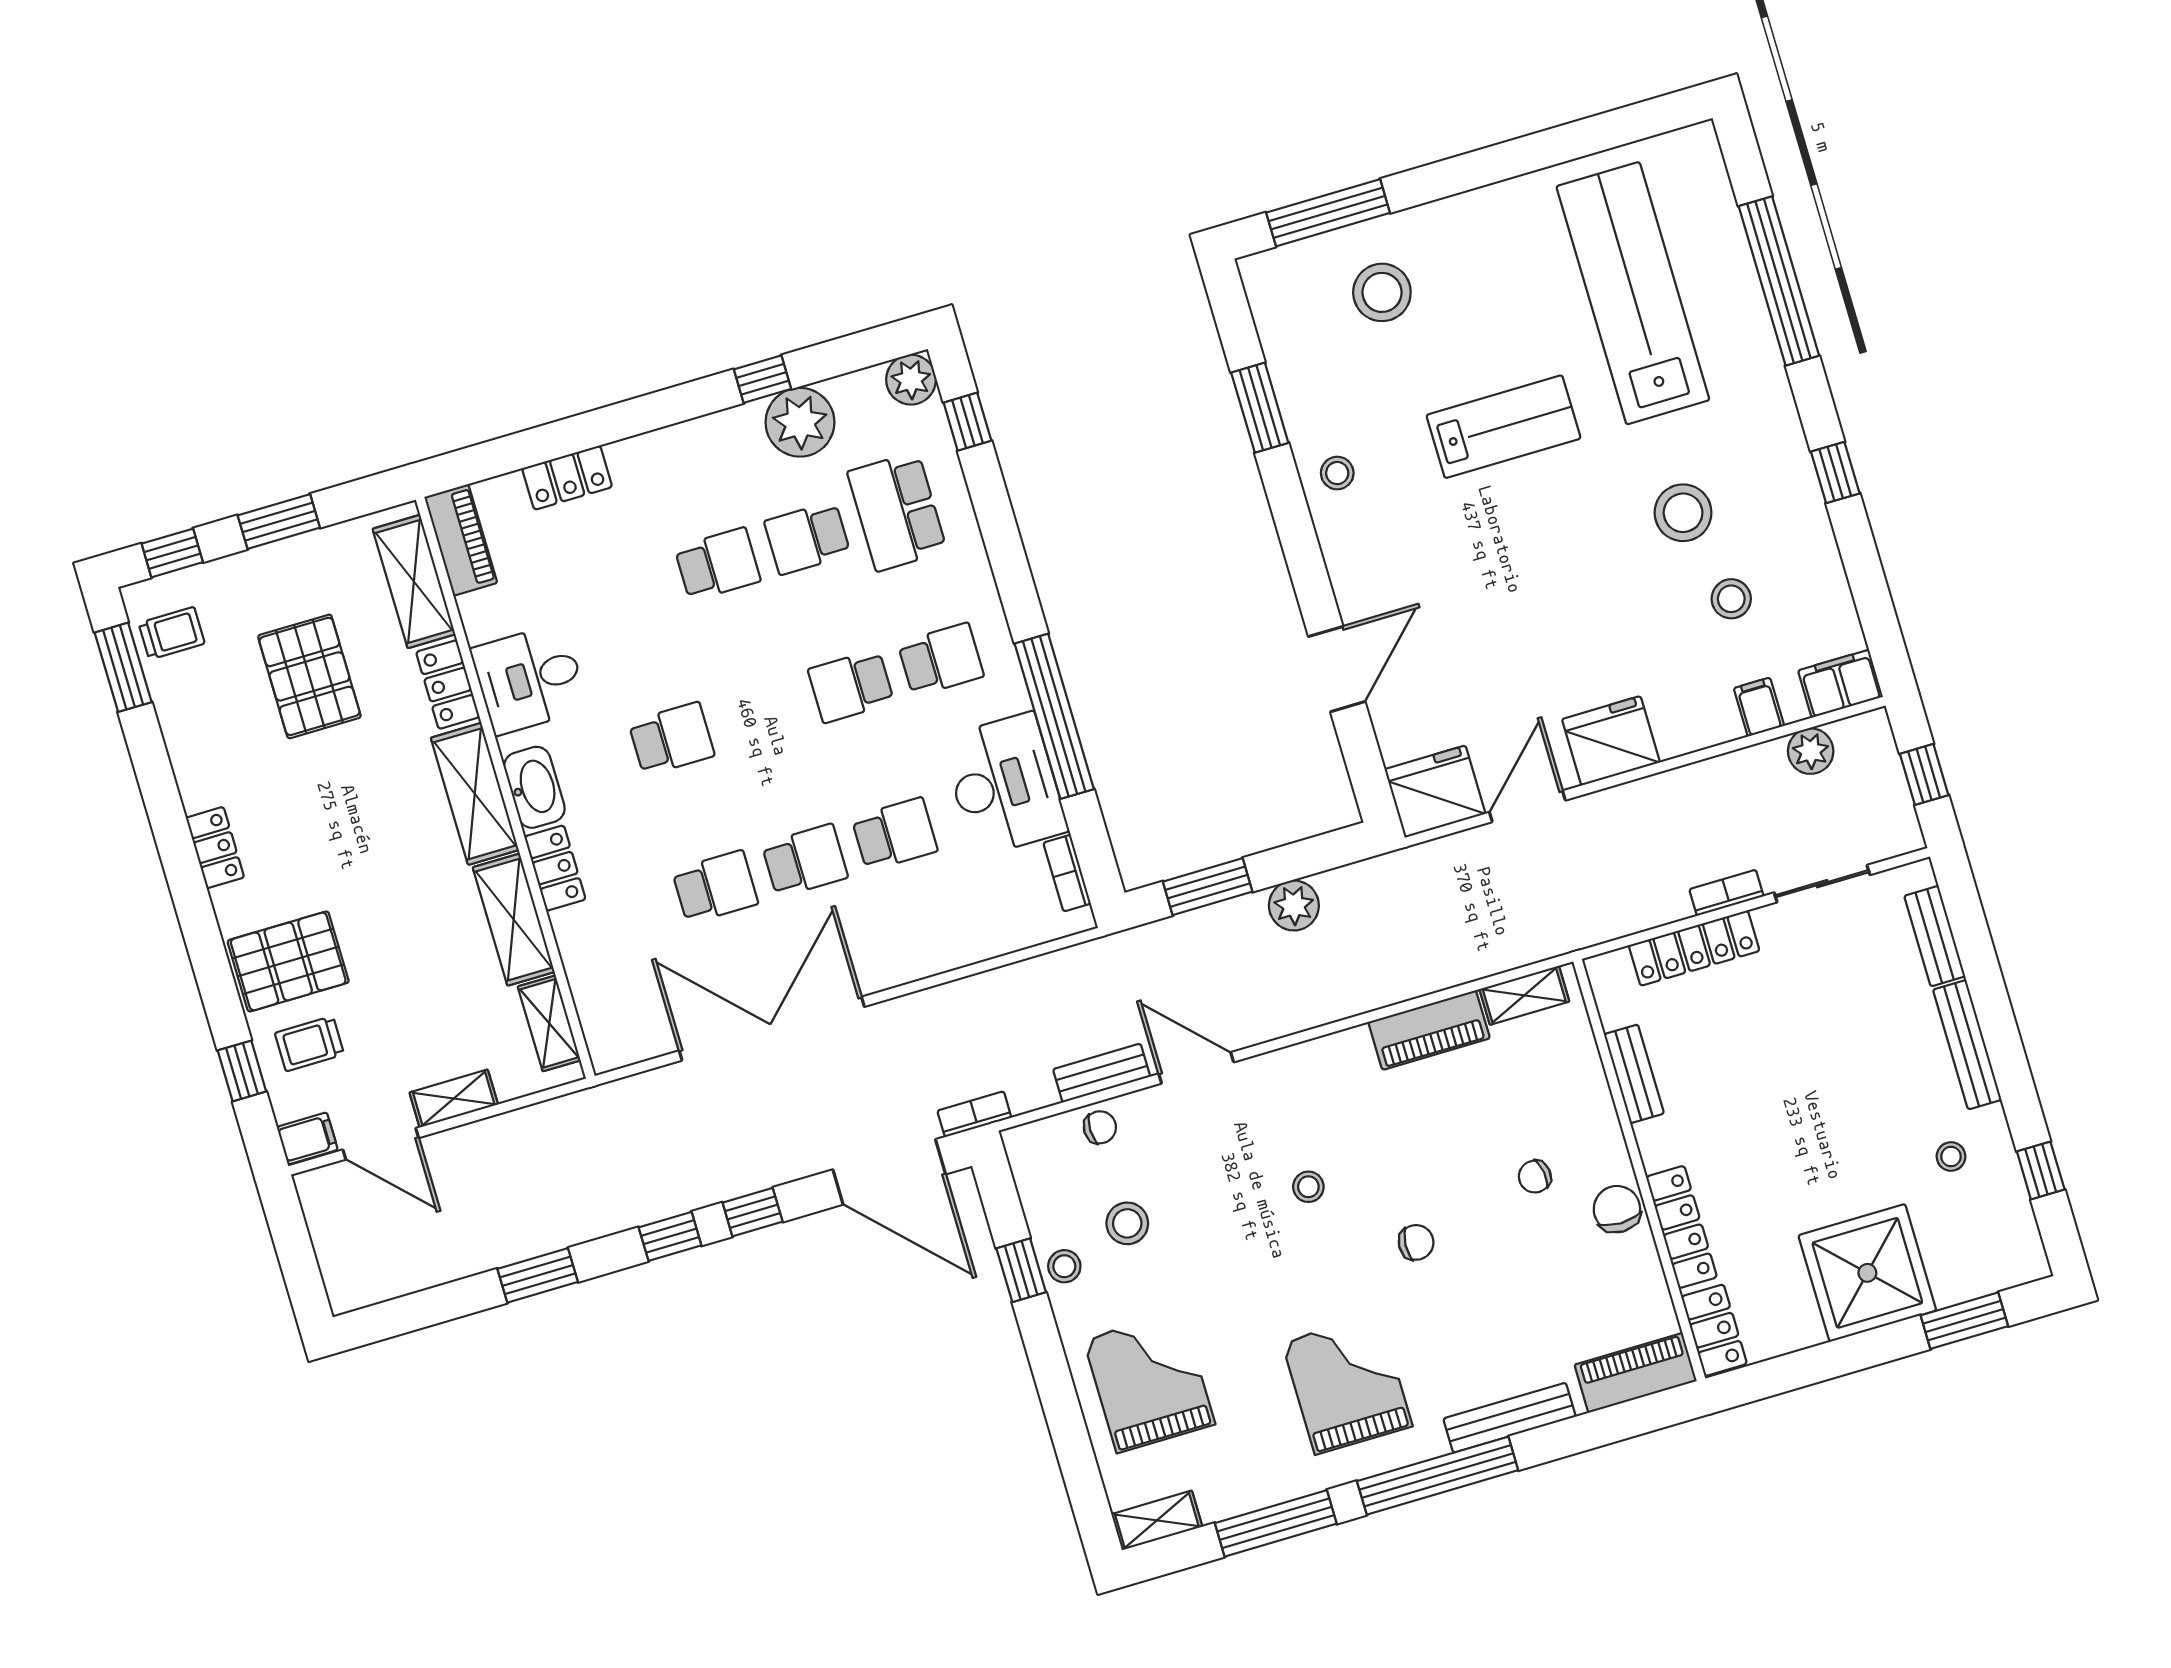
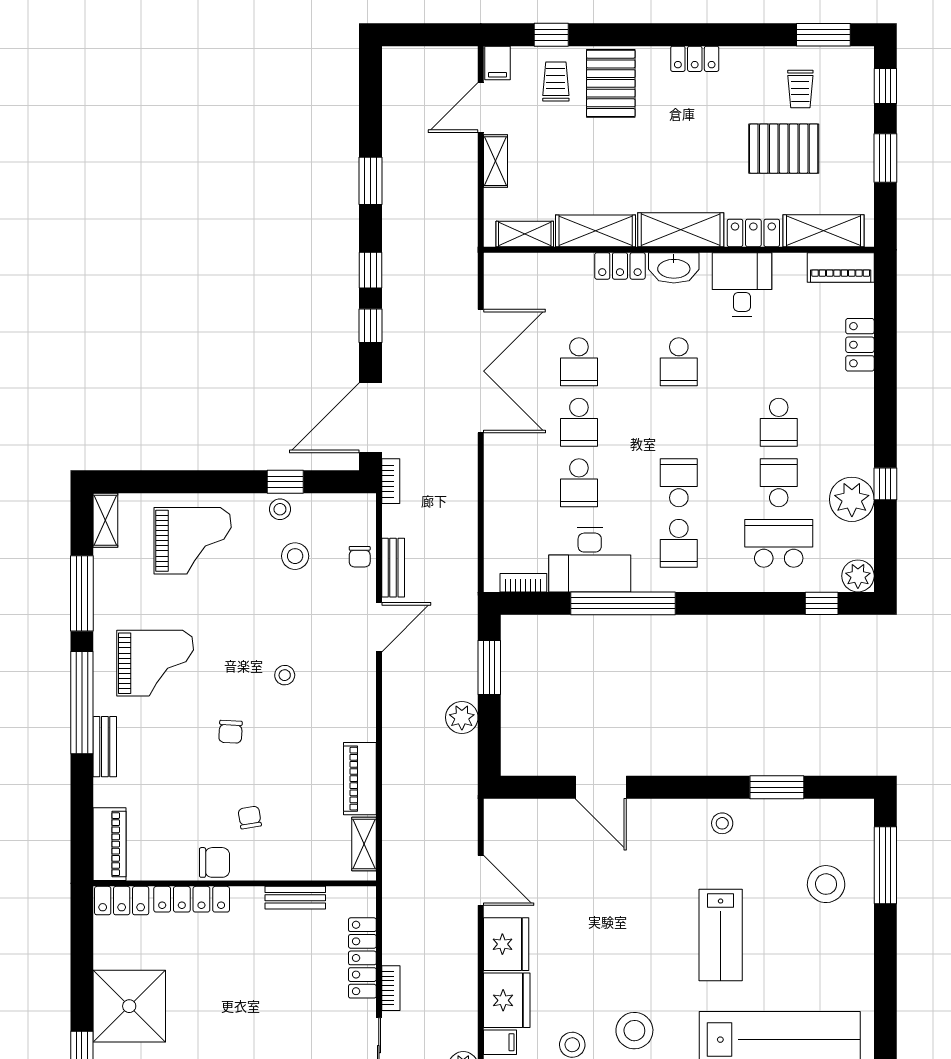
trolley: (172, 633) -> (800, 89), moved
fridge: (1435, 792) -> (507, 1000), moved
bench: (1509, 1418) -> (105, 747), width x0.73

